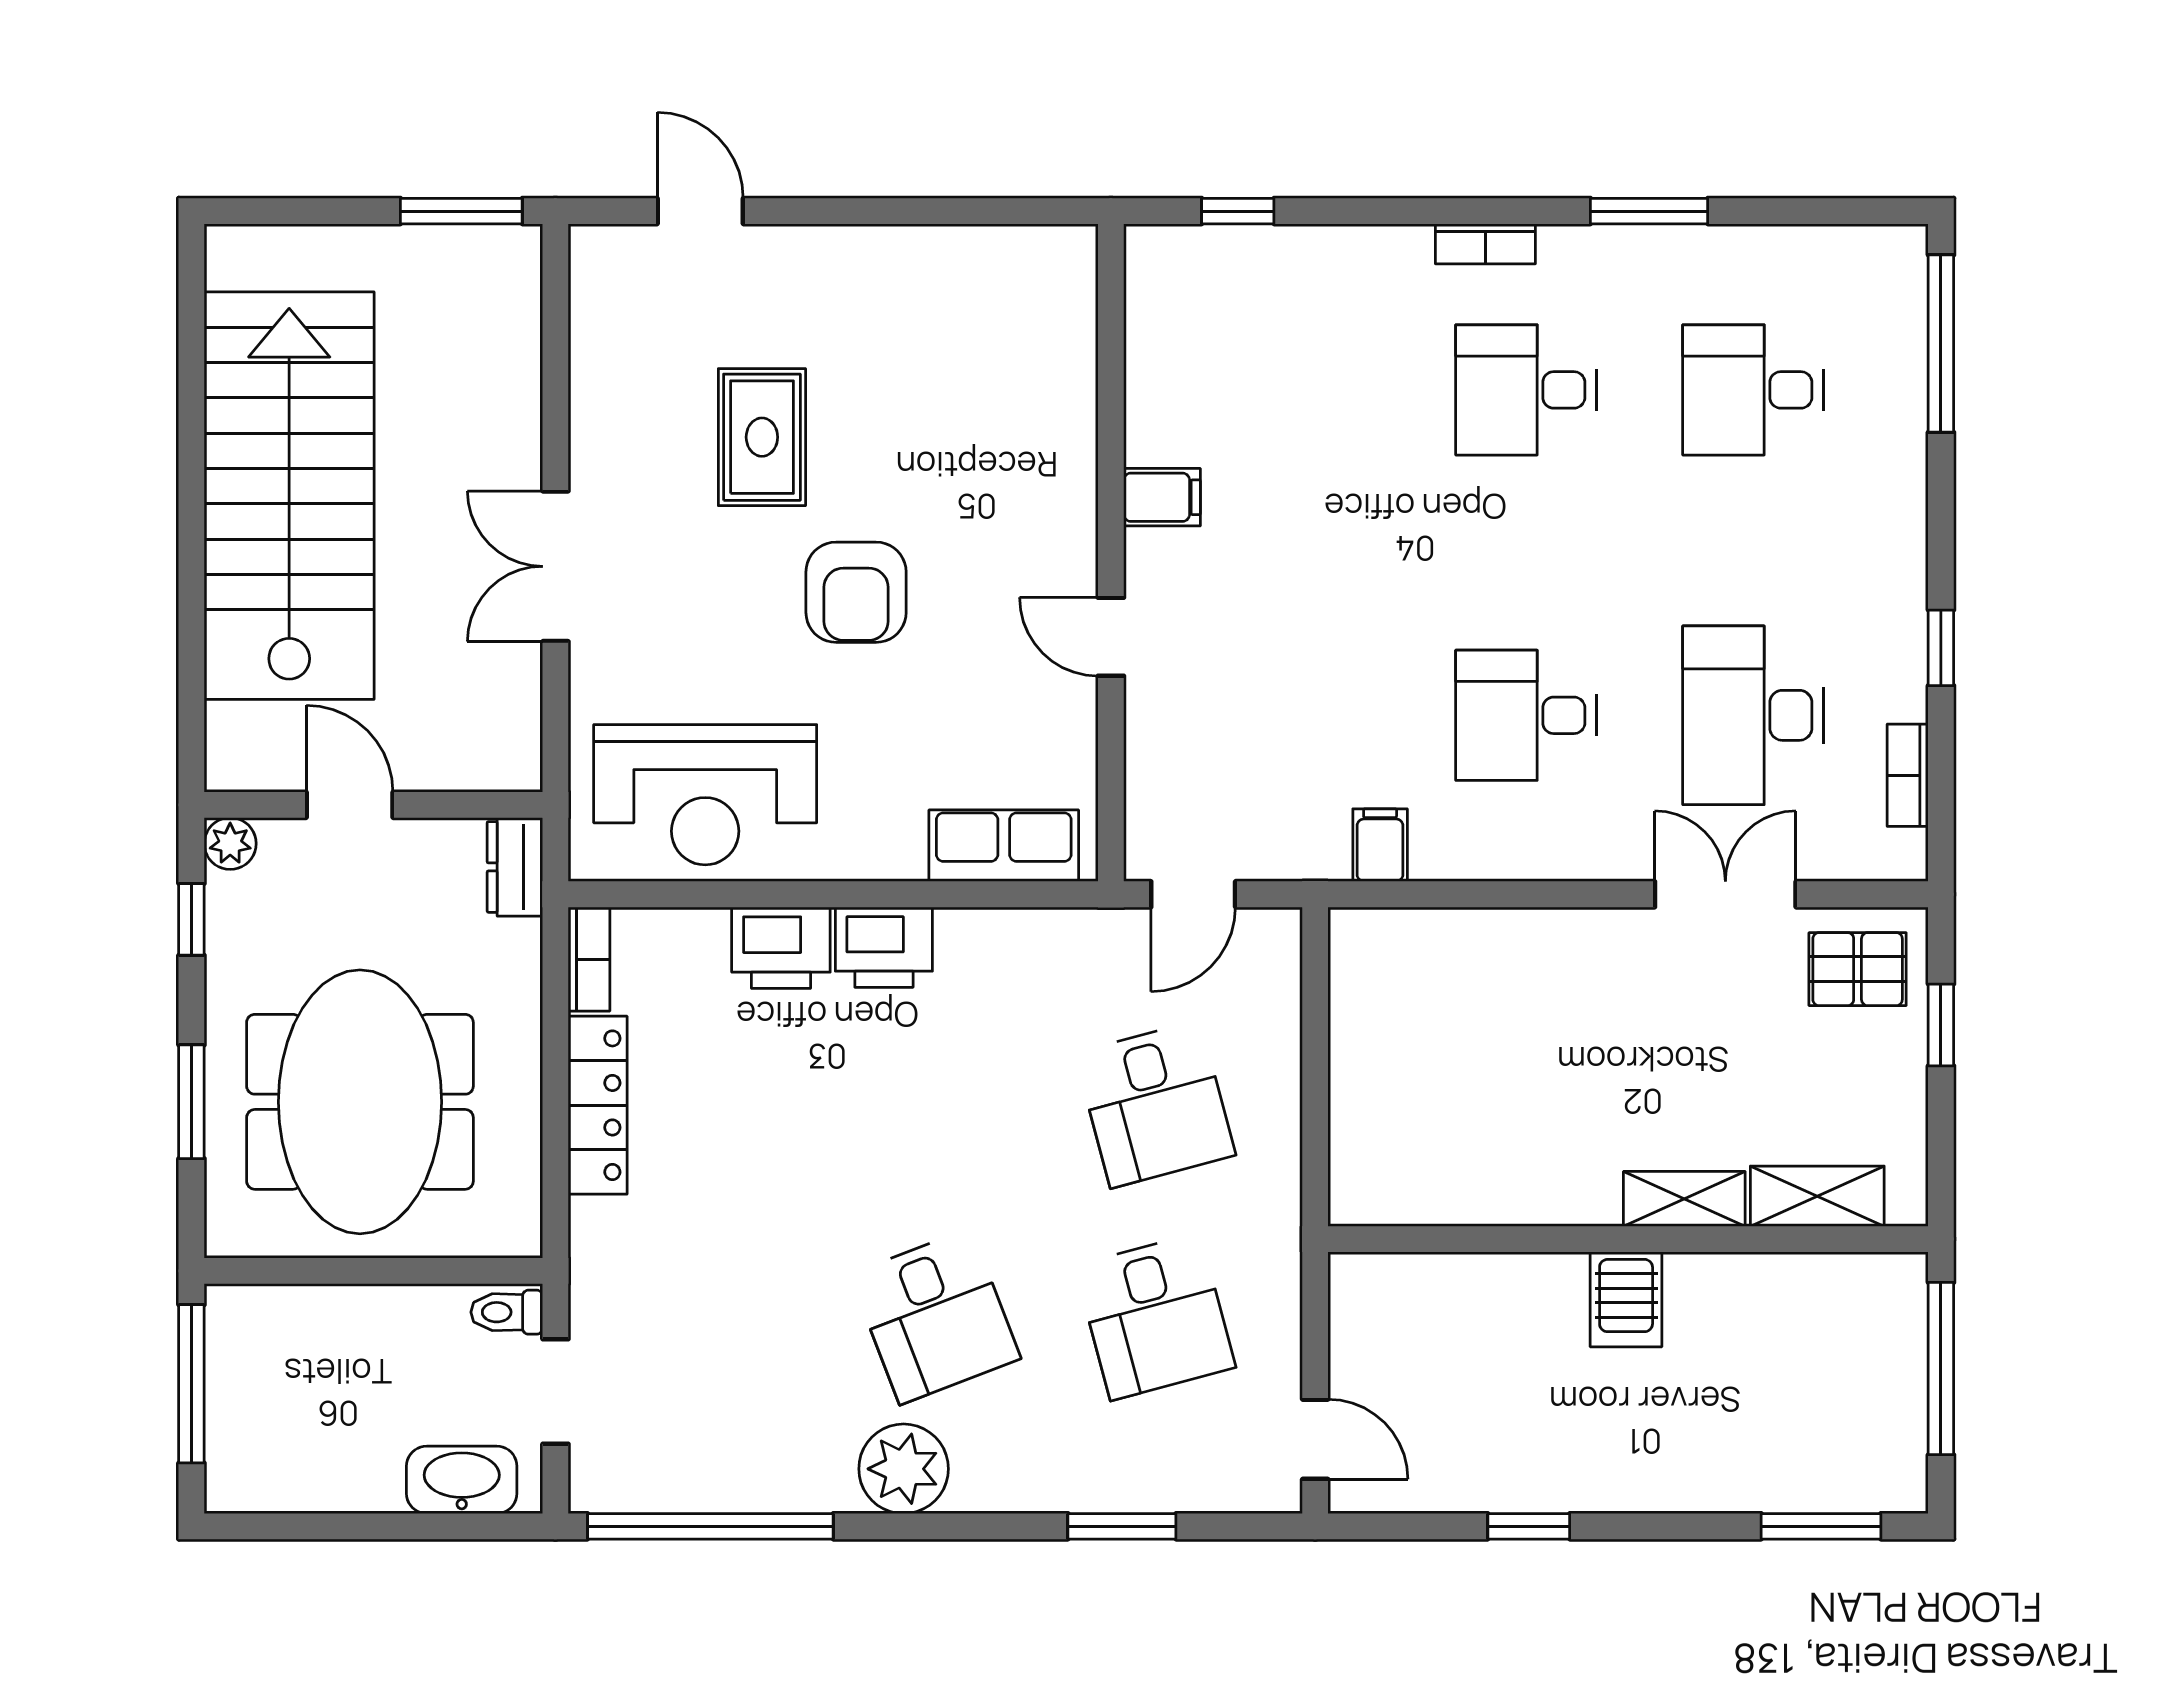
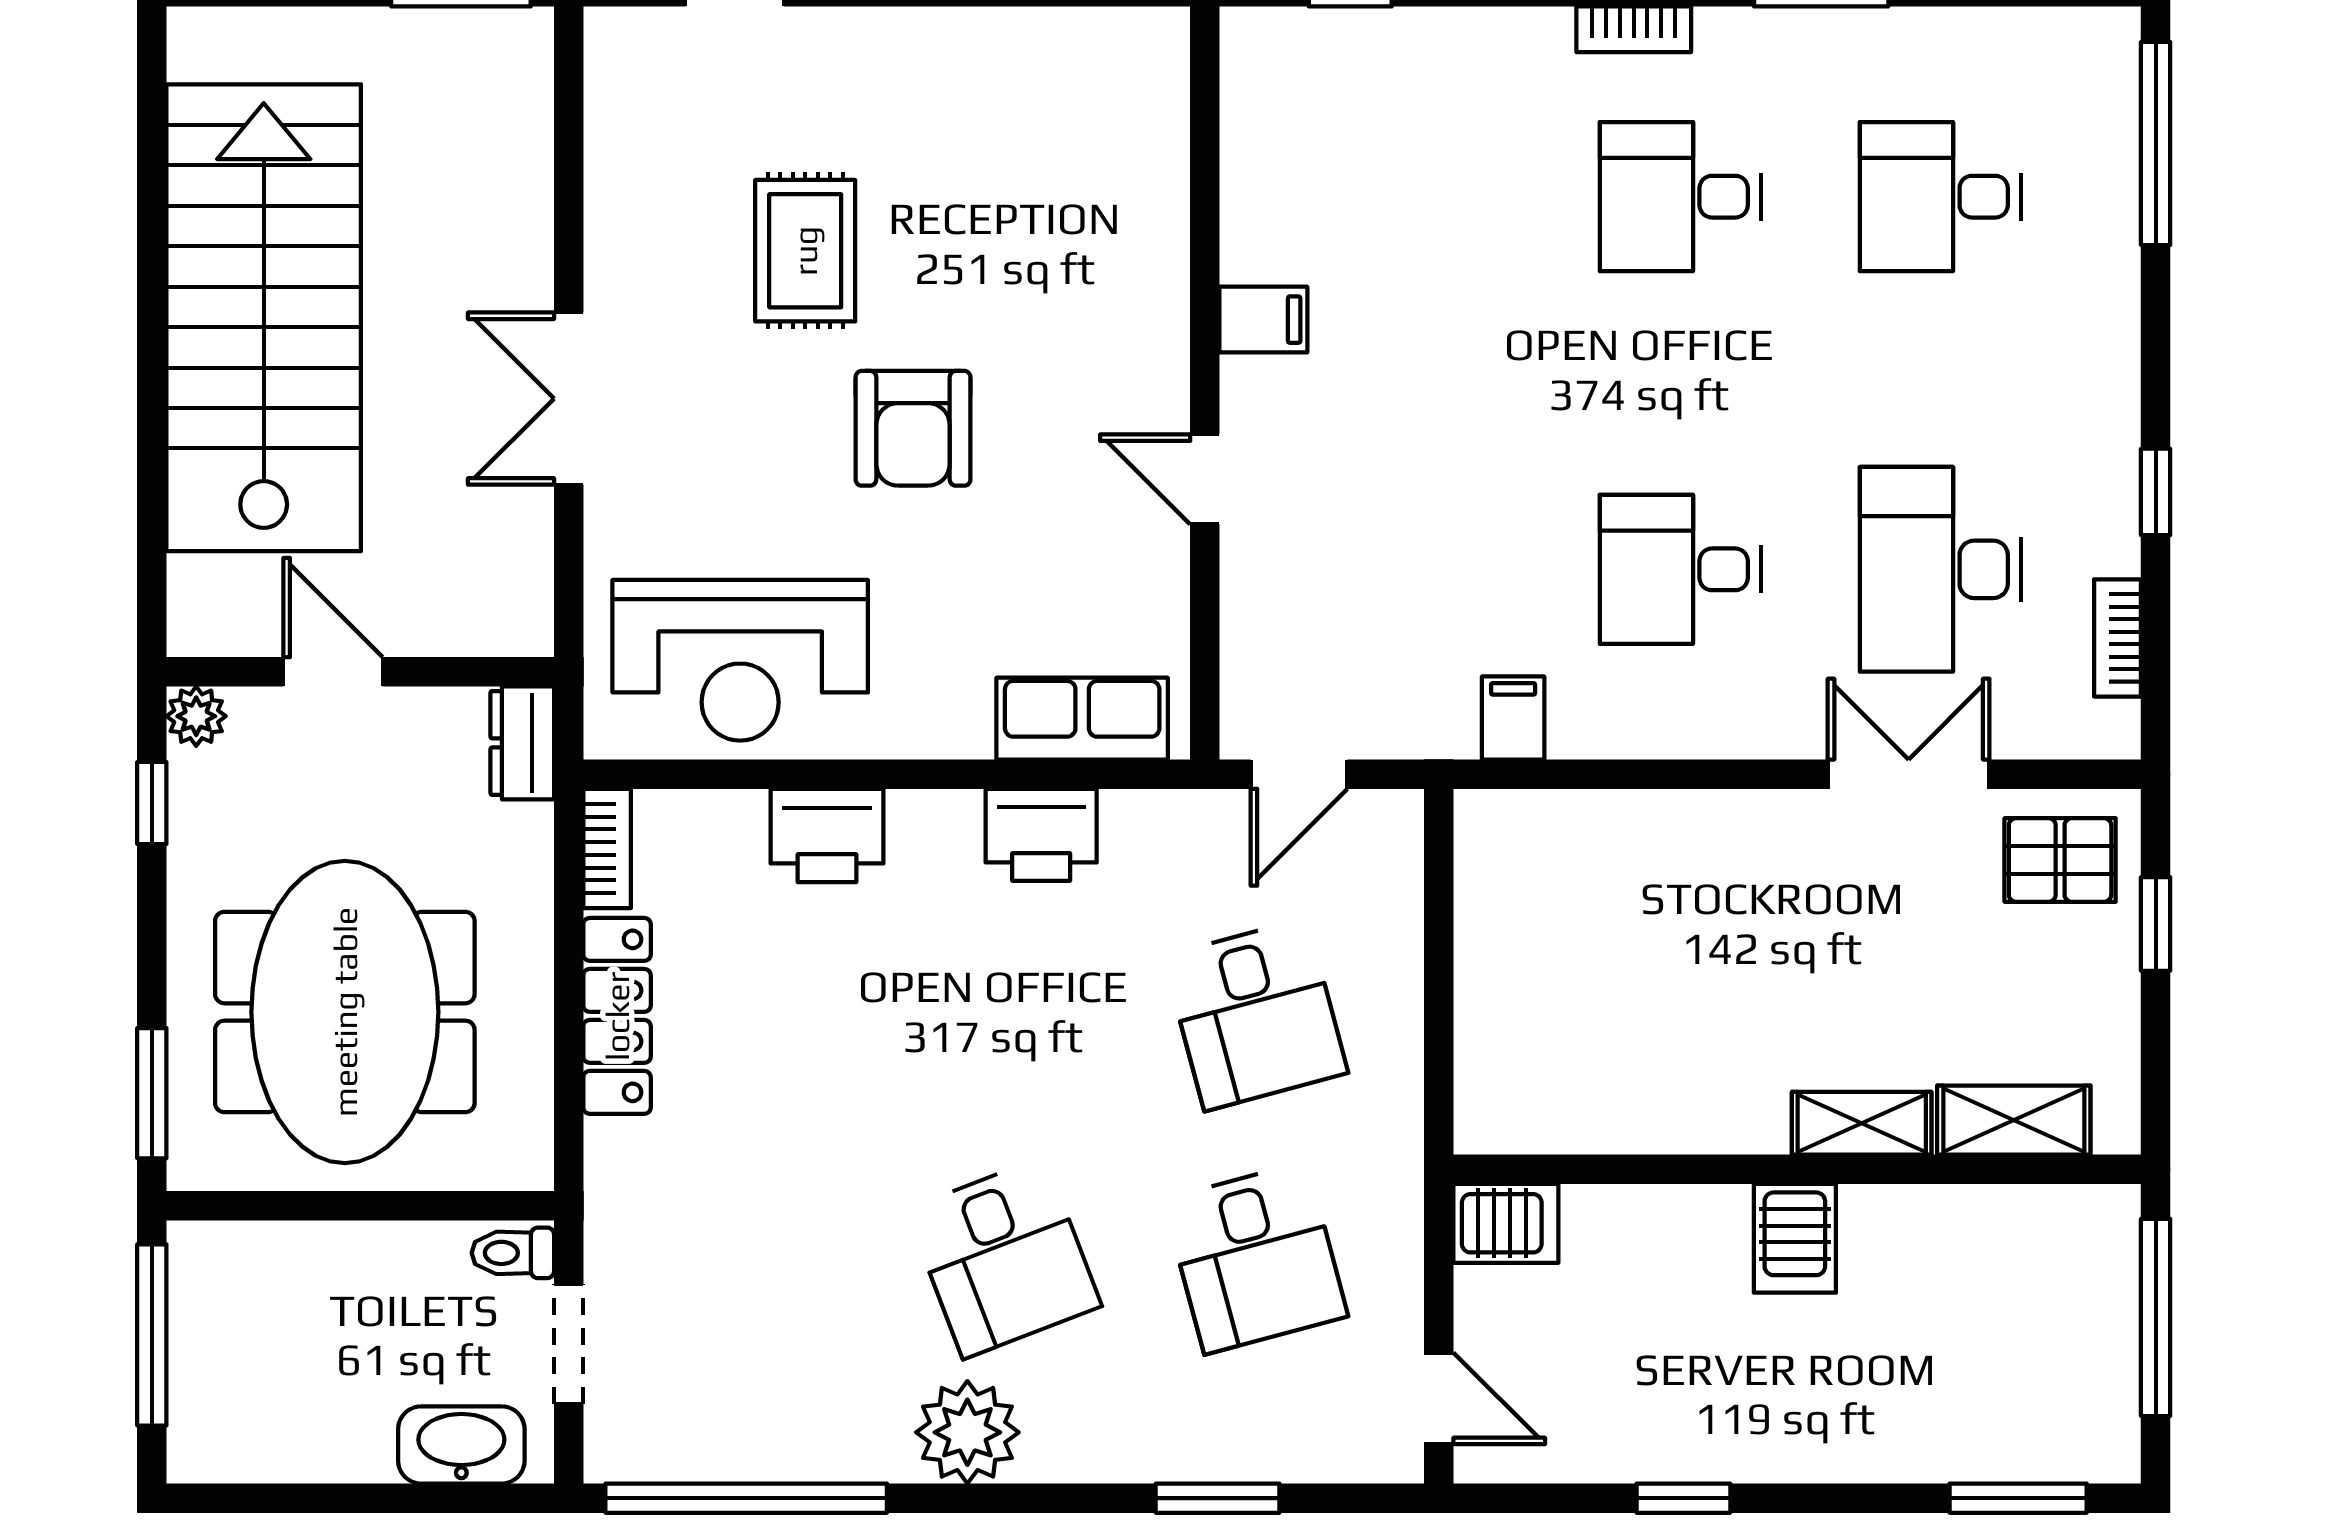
printer: (884, 947) -> (1041, 835), moved
window: (191, 1102) -> (152, 1093), moved
server rack: (1374, 1286) -> (1506, 1223), added

